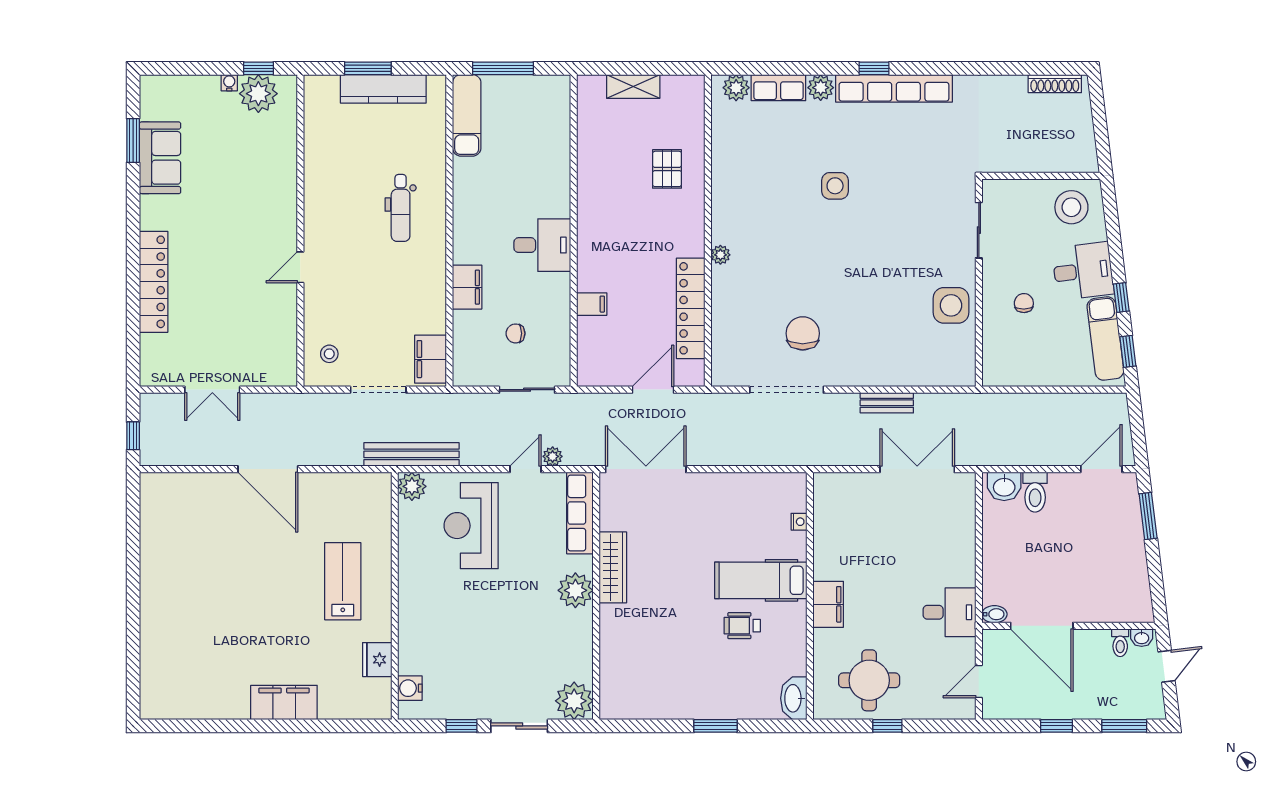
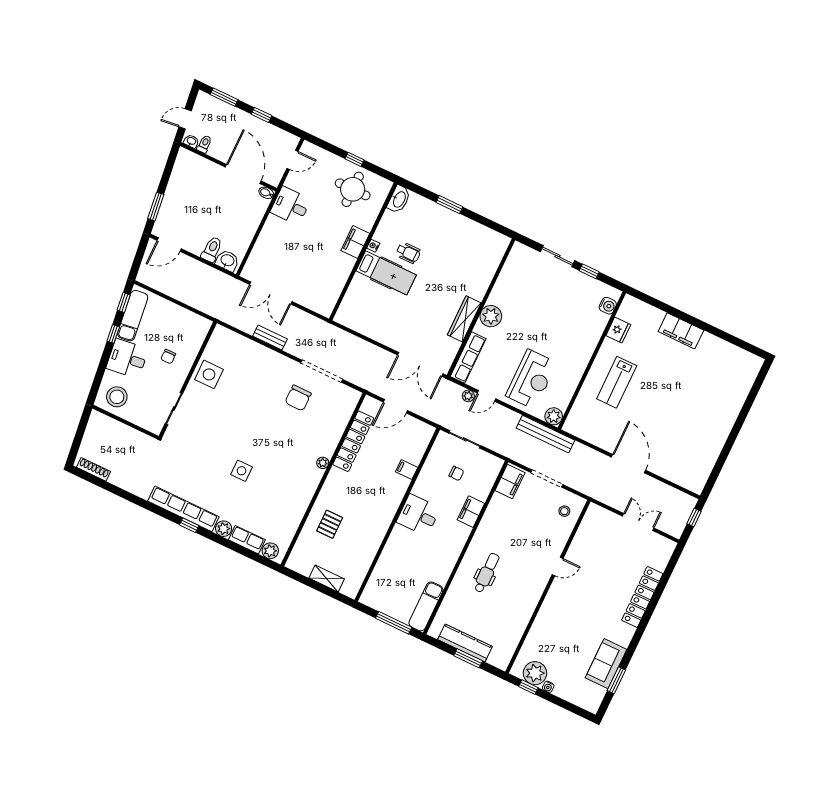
nightstand: (799, 522) -> (373, 246), moved
plant: (574, 701) -> (521, 256), removed

